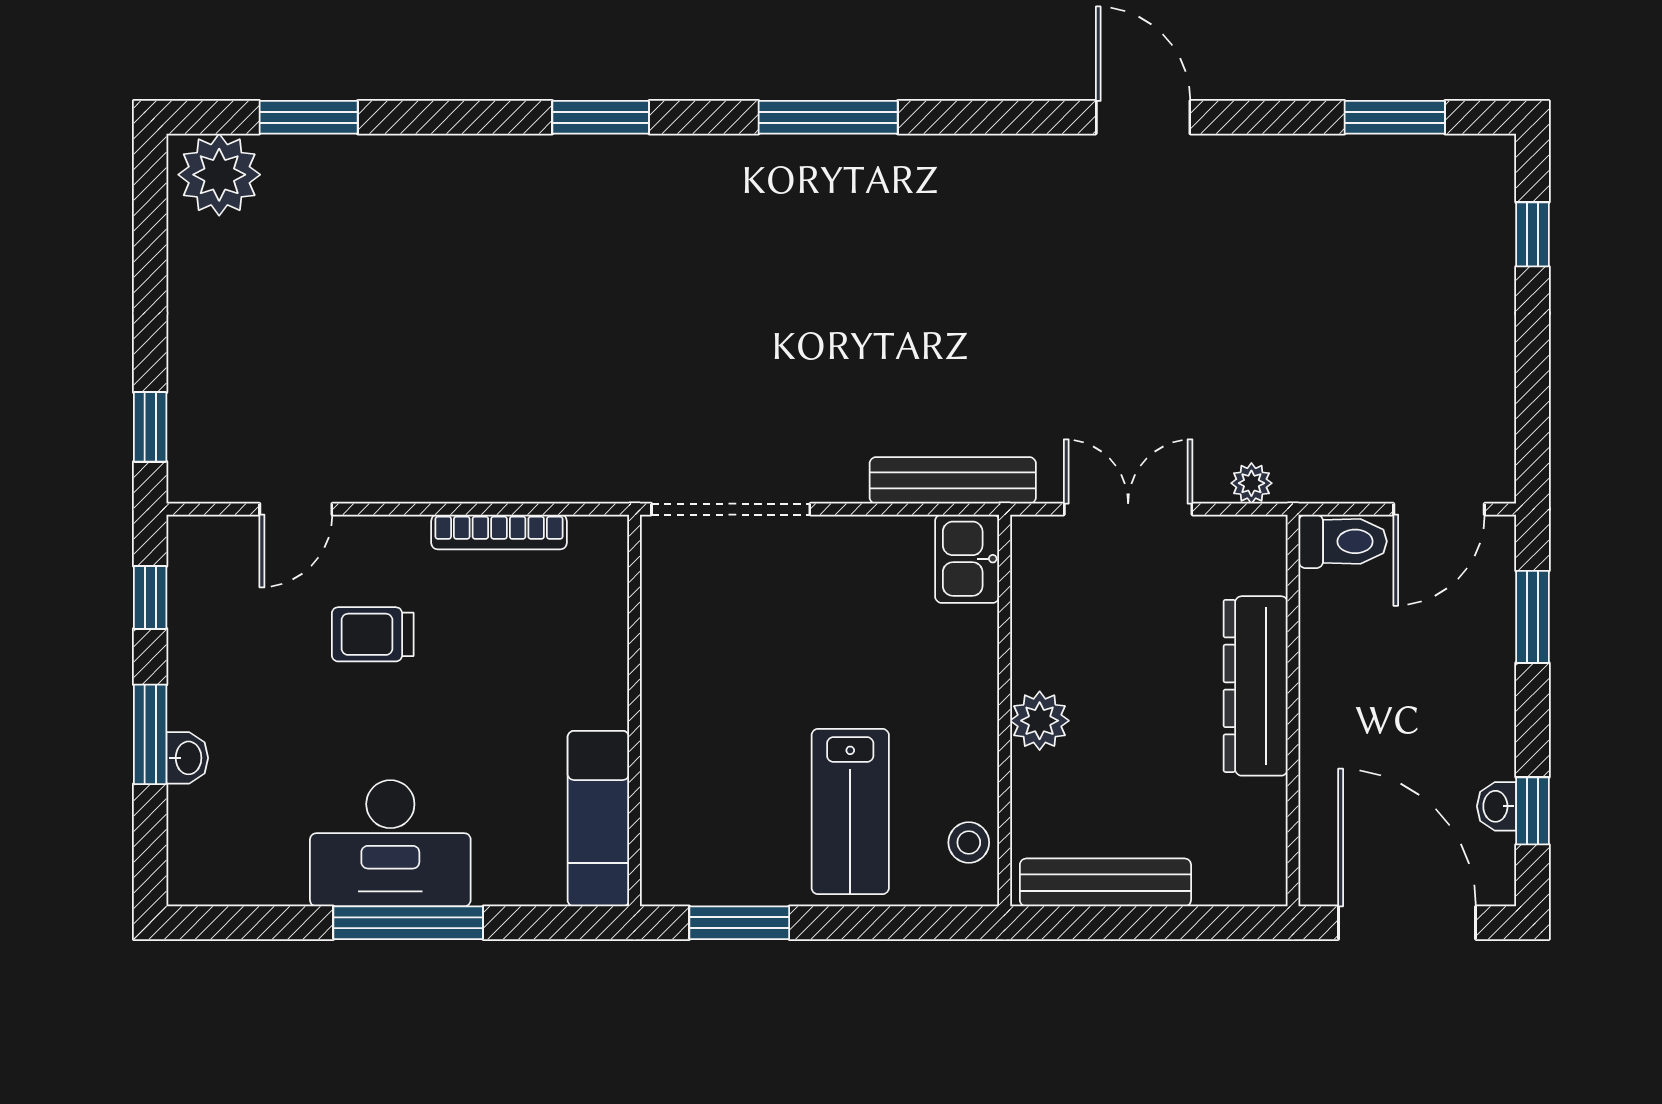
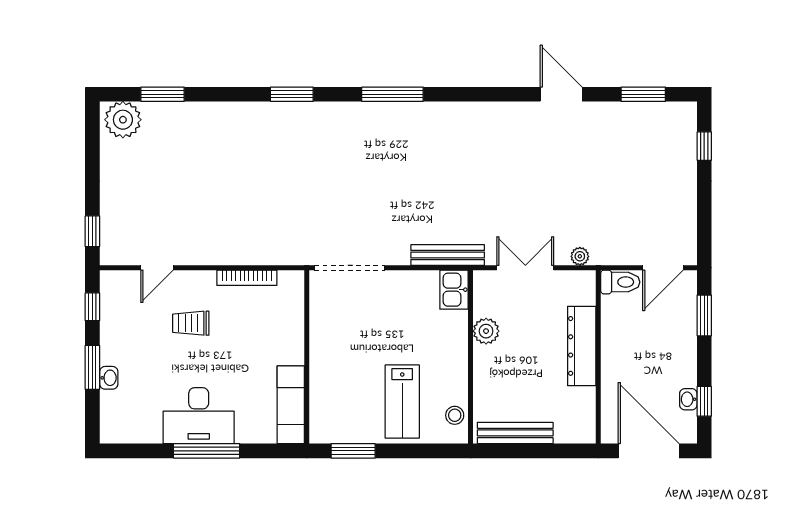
door: (1143, 117) -> (561, 94), moved
plant: (1040, 721) -> (486, 331), moved

